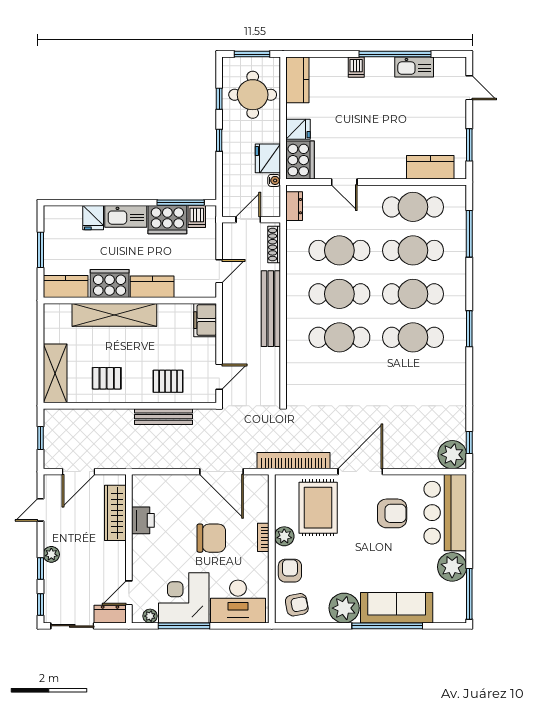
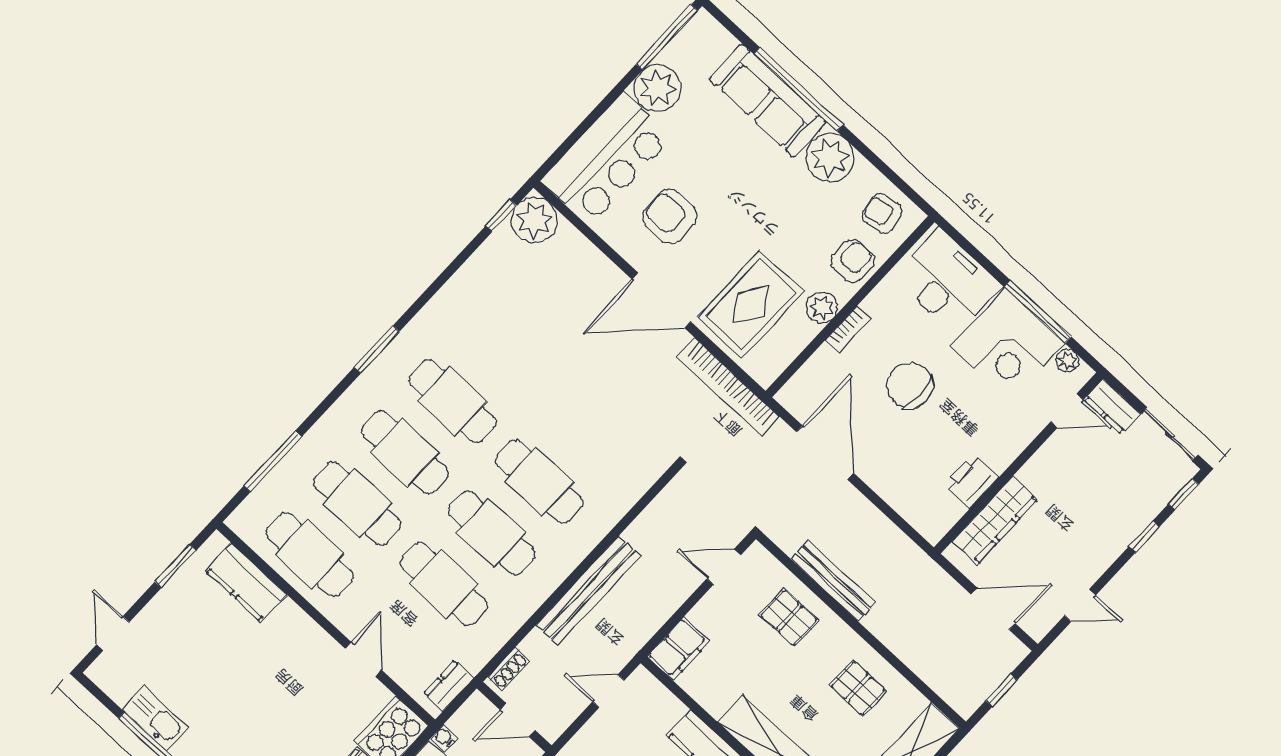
shoe rack: (274, 244) -> (508, 669), width x0.70
plant: (51, 554) -> (1116, 541), removed
armchair: (290, 571) -> (853, 261), turned 180

